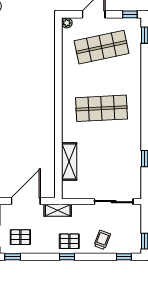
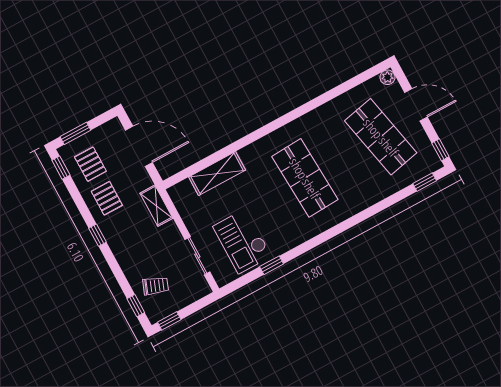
checkout: (120, 169) -> (242, 241), added
sliding door: (114, 202) -> (197, 256), width x0.73
shelving: (58, 210) -> (156, 206), moved
trolley: (102, 240) -> (156, 286), moved
pallet: (69, 241) -> (107, 198), moved

